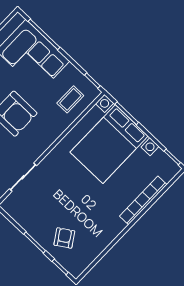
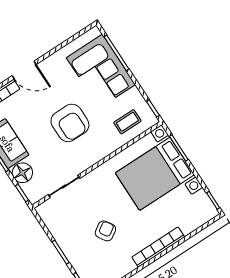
bookcase: (143, 200) -> (158, 247), moved
armchair: (64, 238) -> (105, 231), moved

